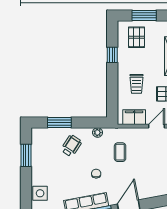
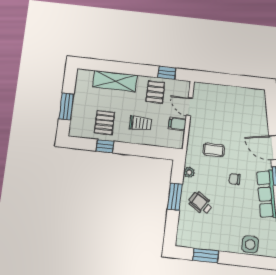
pallet: (137, 37) -> (104, 123), moved, turned 90
filing cabinet: (134, 117) -> (177, 124), width x0.50
window: (59, 122) -> (175, 197), moved

